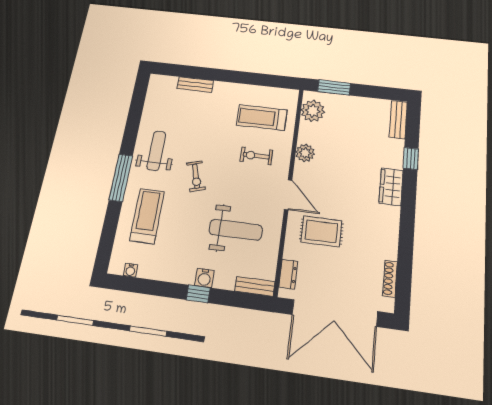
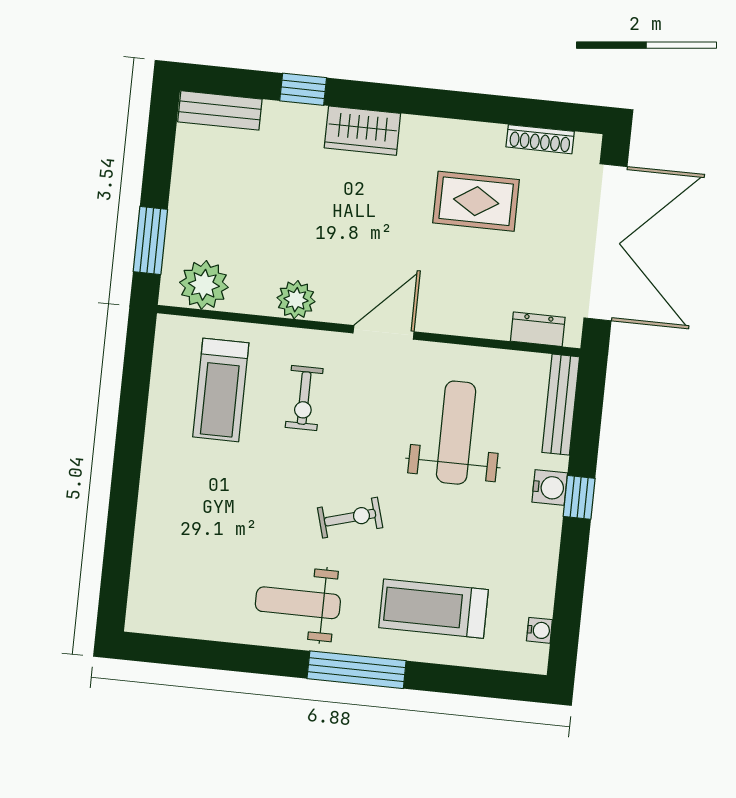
bench: (195, 85) -> (148, 533), removed
rug: (321, 231) -> (476, 201), moved, turned 90
bench: (255, 286) -> (561, 405), width x1.36

